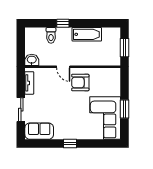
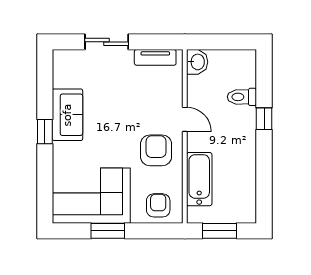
bathtub: (87, 34) -> (199, 179), moved, turned 180
door: (63, 67) -> (185, 119), swing flipped
armchair: (111, 81) -> (158, 205), added
sofa: (39, 131) -> (67, 115), moved

